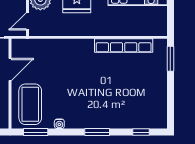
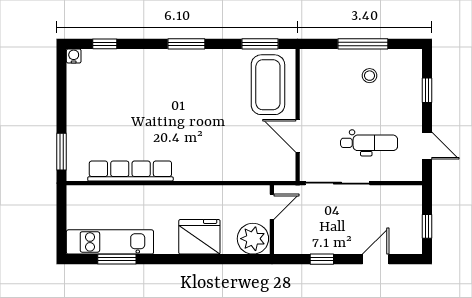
door: (10, 70) -> (298, 136), hinge flipped
water cooler: (59, 124) -> (74, 56), moved
window: (97, 132) -> (186, 44), moved

